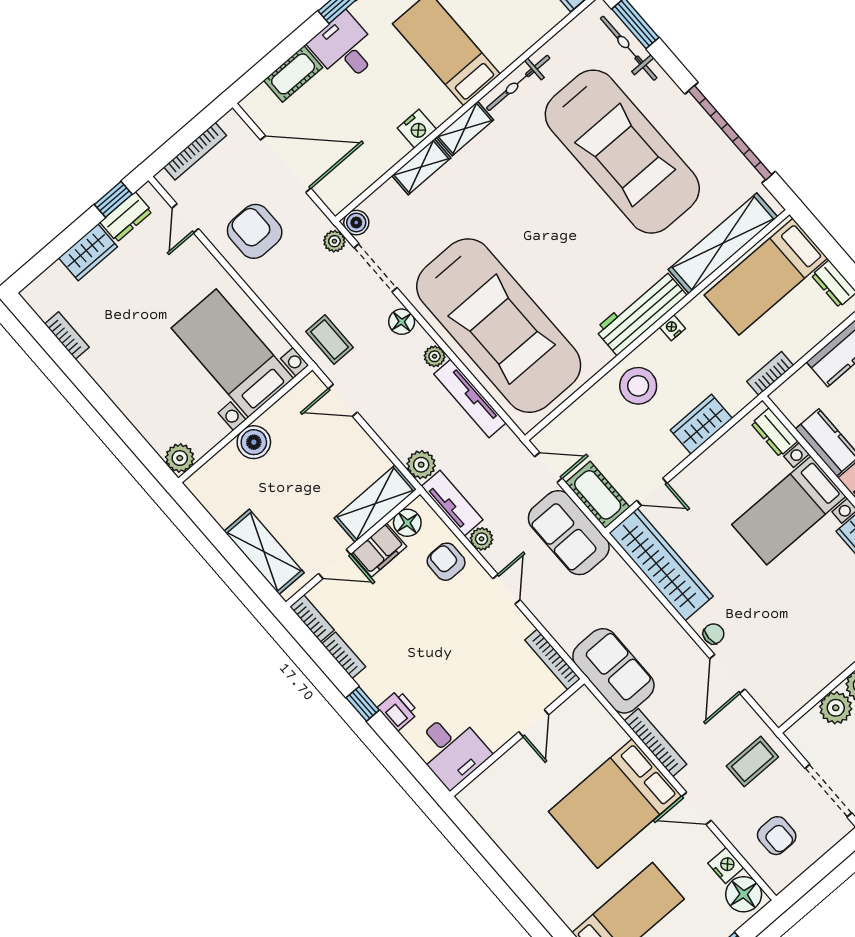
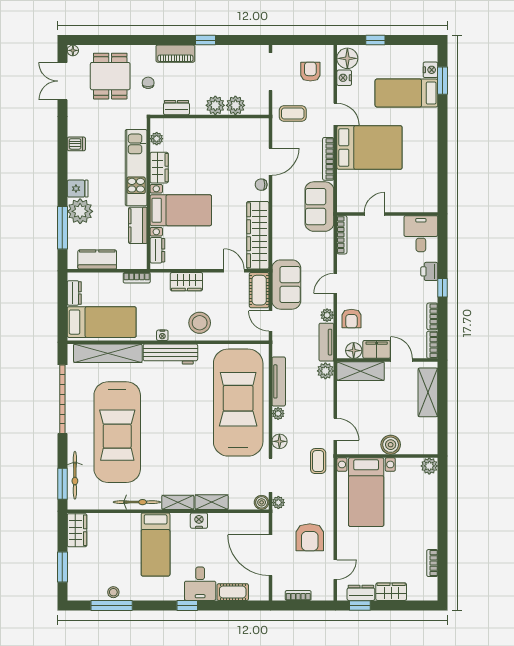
bookcase: (195, 151) -> (298, 595), width x0.64
car: (622, 152) -> (117, 432), turned 180

